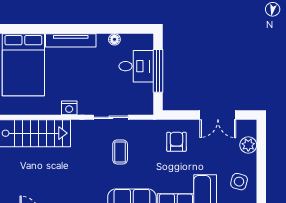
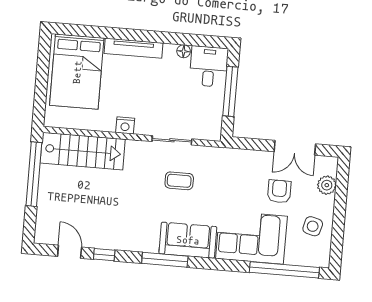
desk: (136, 66) -> (209, 66), moved, turned -90
armchair: (176, 142) -> (279, 191), moved
coffee table: (120, 152) -> (179, 181), turned 90

